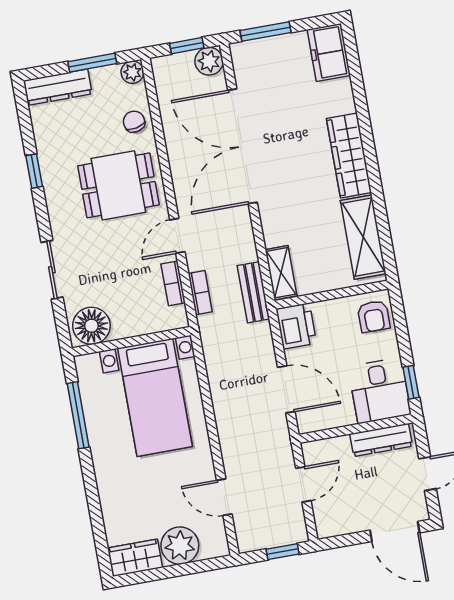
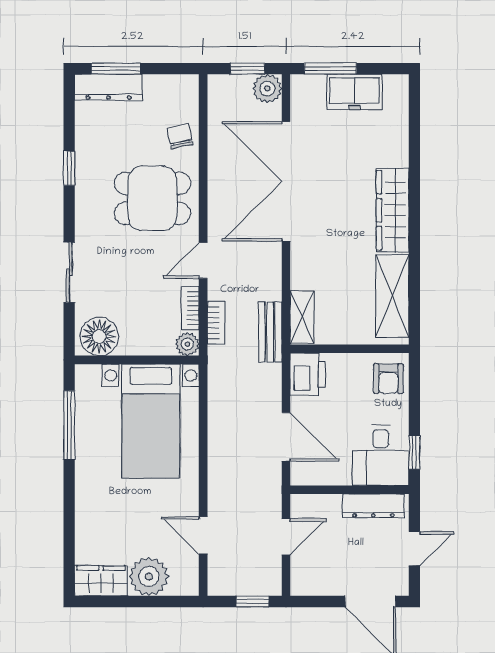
freezer: (329, 53) -> (354, 92), moved, turned -90
window: (92, 63) -> (116, 69), moved
plant: (132, 72) -> (187, 344), moved

